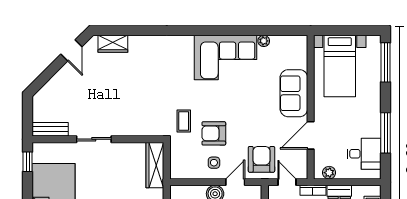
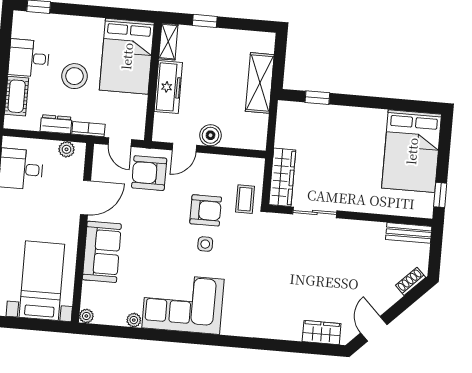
plant: (302, 41) -> (86, 316), added
shoe rack: (45, 91) -> (411, 281), added
coffee table: (184, 121) -> (245, 199), moved
sliding door: (94, 139) -> (315, 212), moved
armchair: (261, 159) -> (149, 173), turned 90
side table: (214, 163) -> (205, 244), moved

